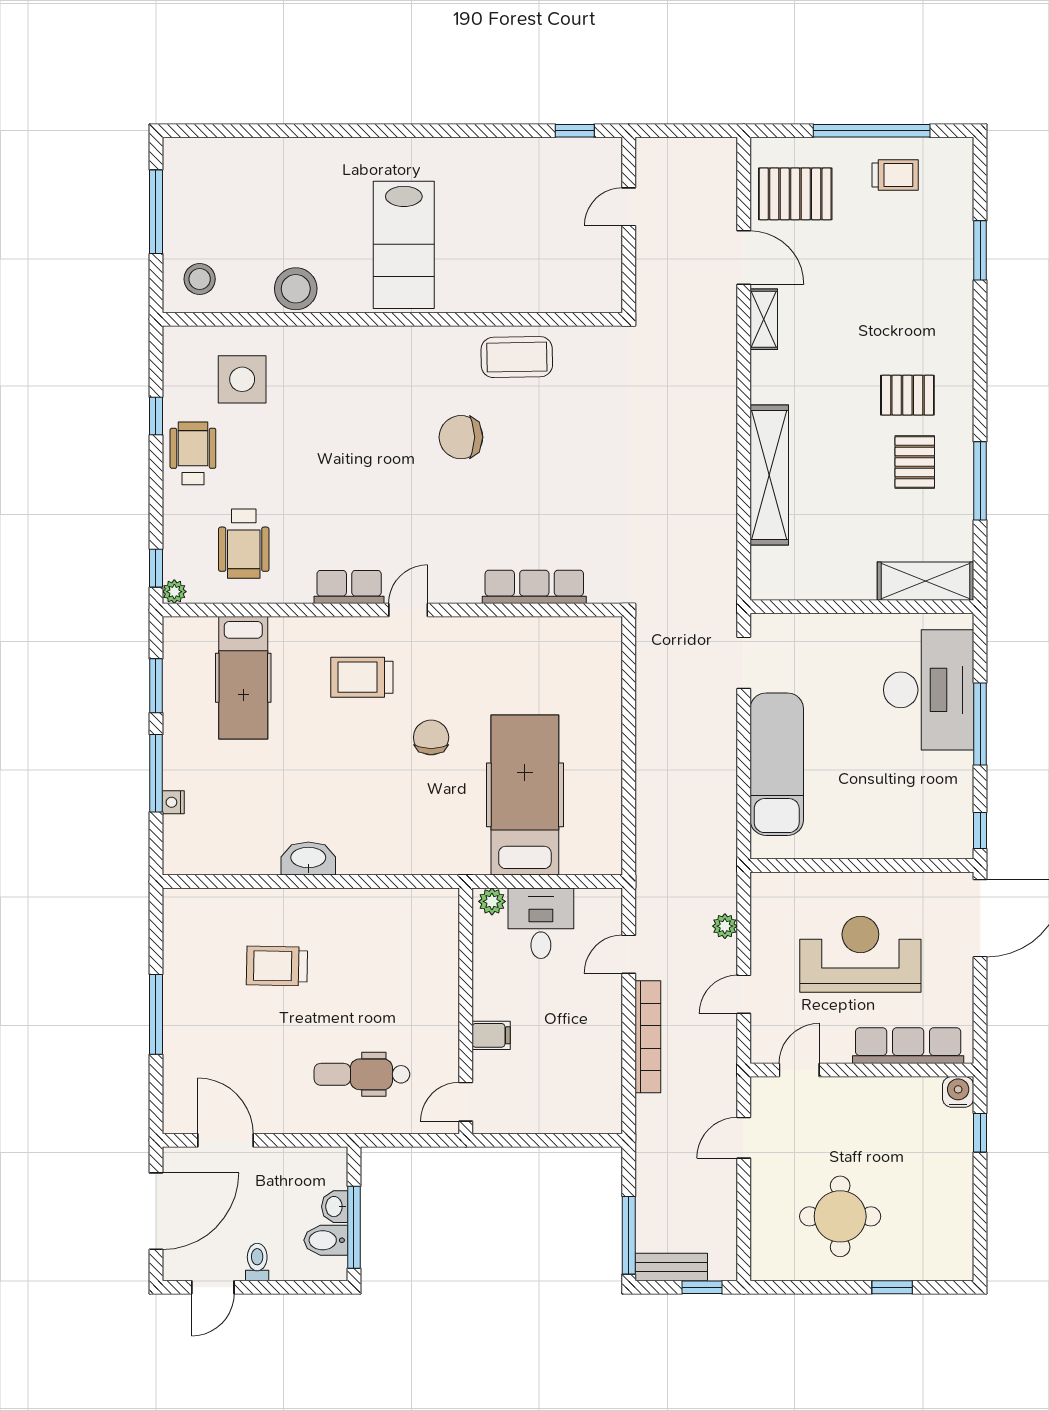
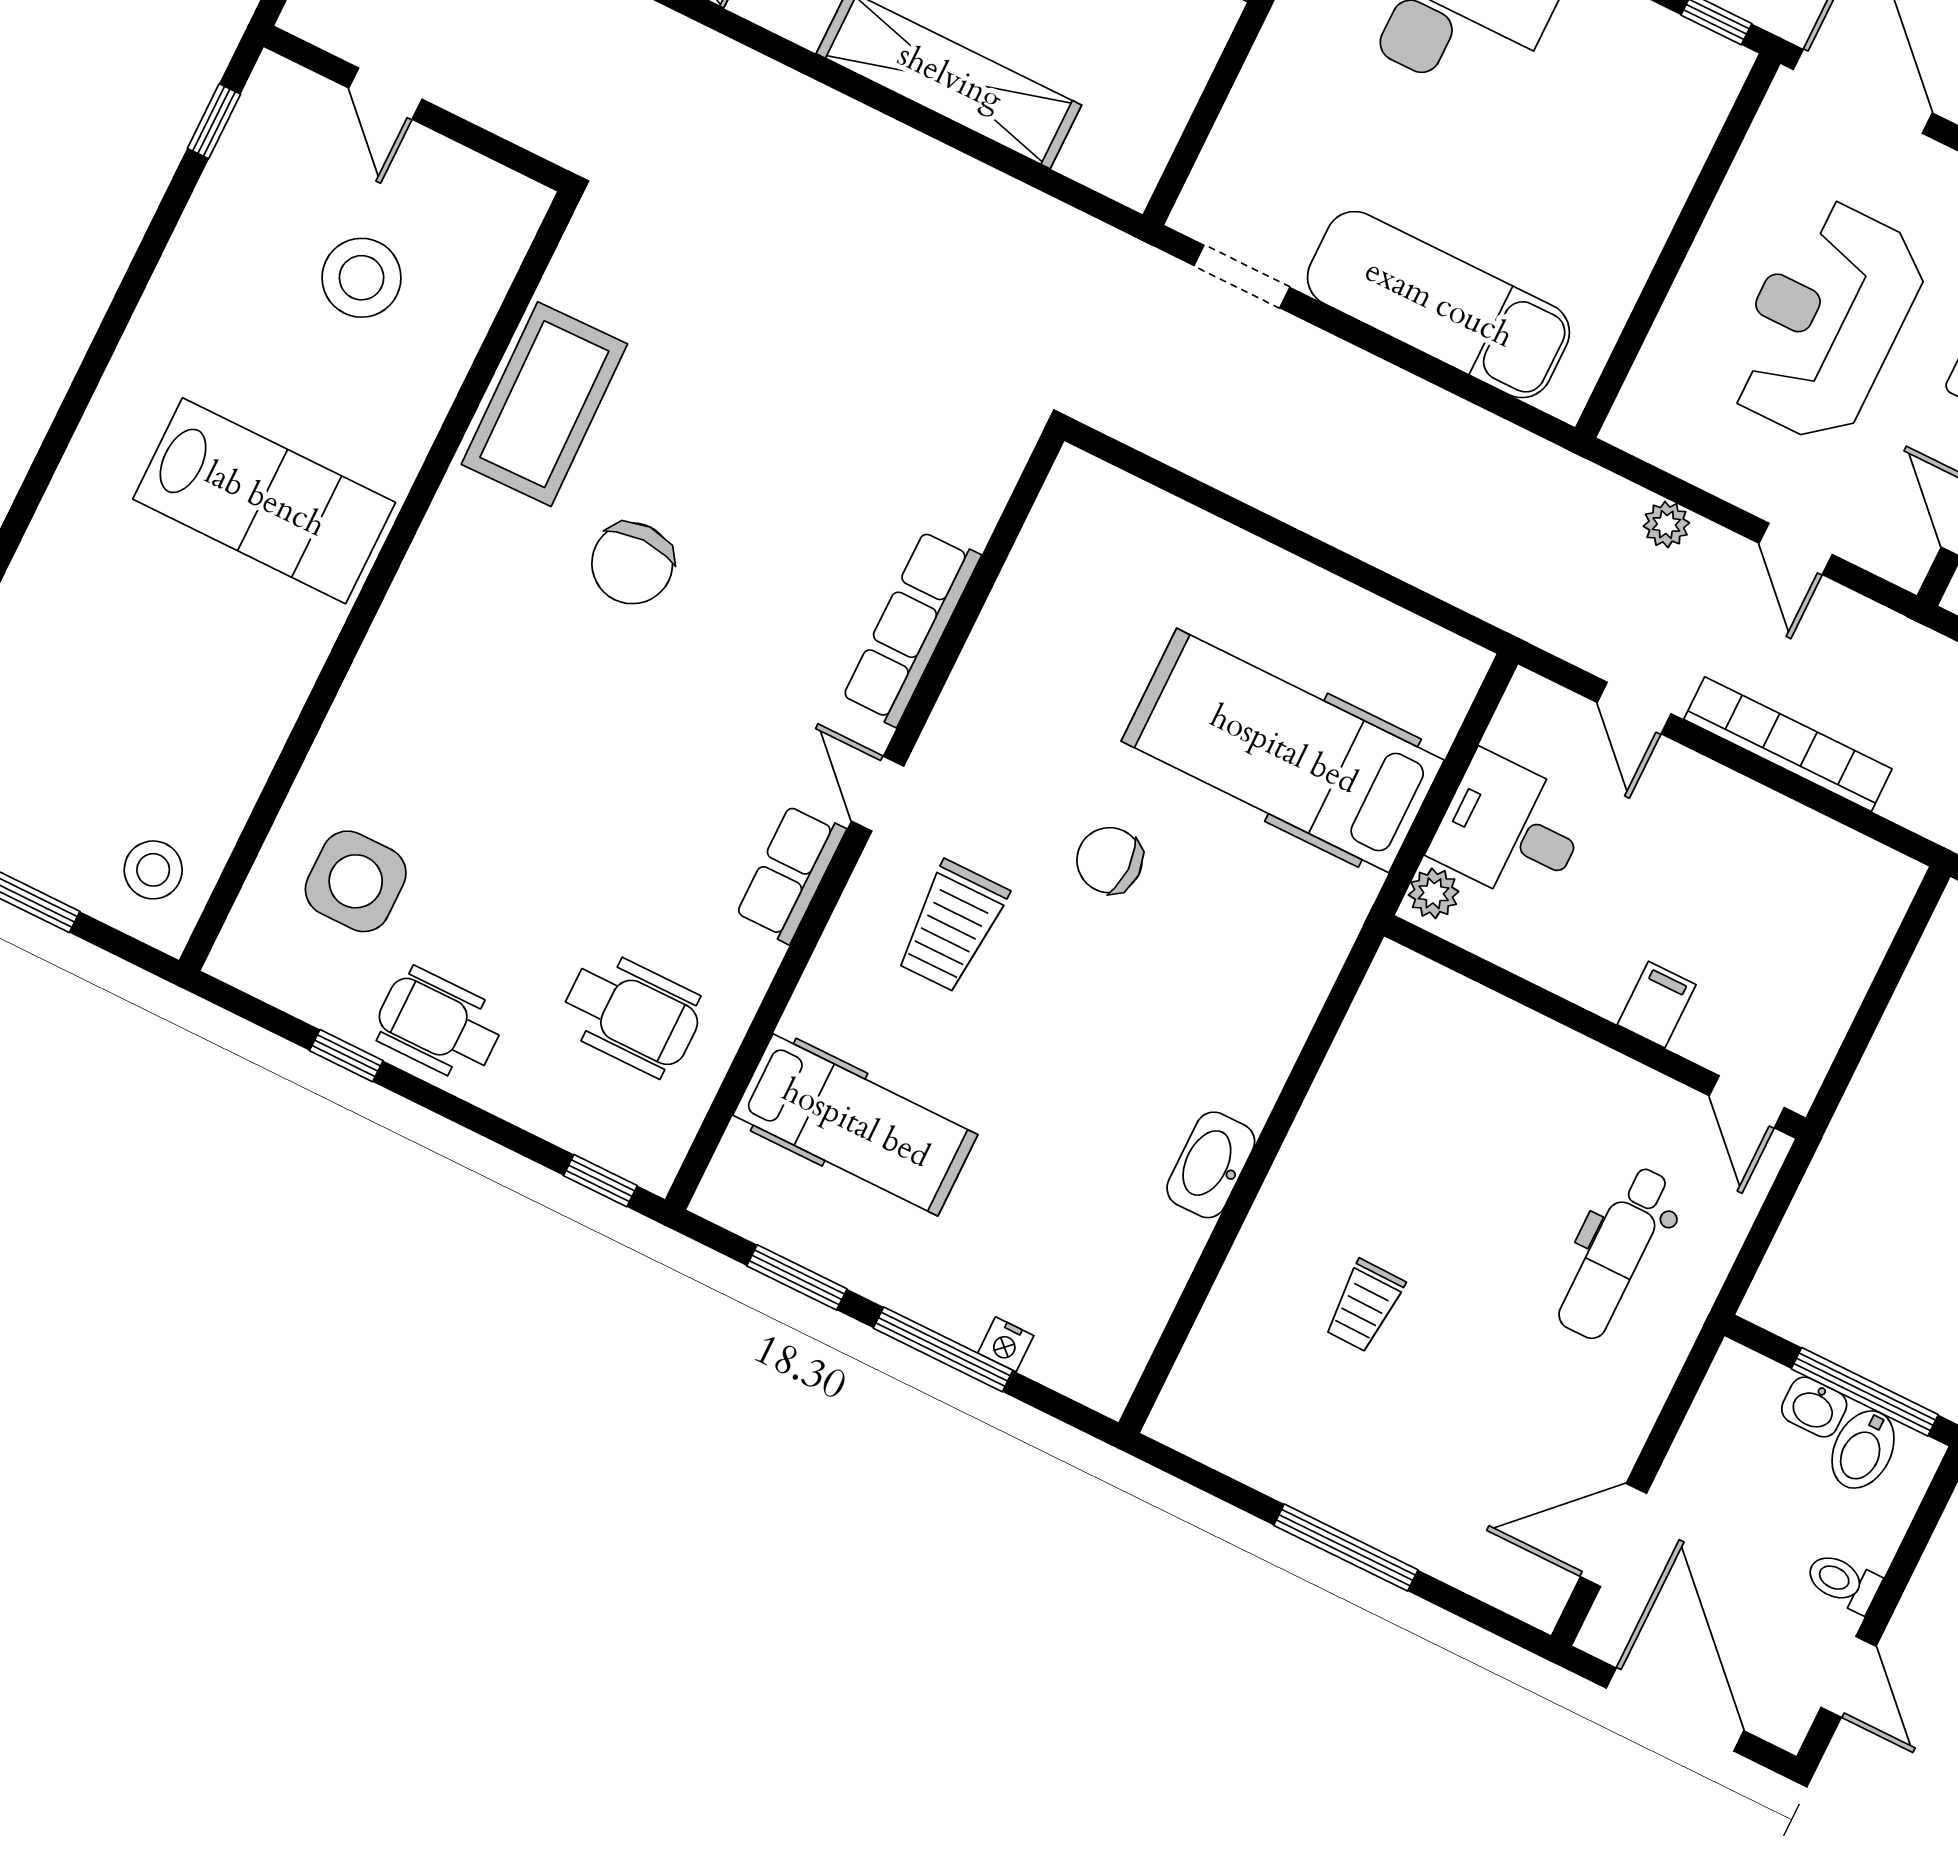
stool: (296, 289) -> (362, 278), moved
coffee table: (517, 357) -> (544, 404), width x1.36, depth x1.32
row of seats: (534, 587) -> (911, 628), moved
plant: (174, 592) -> (655, 1169), removed
trolley: (277, 966) -> (1364, 1306), width x0.73, depth x0.72

